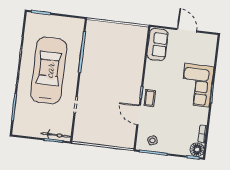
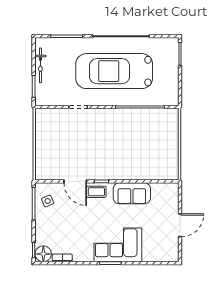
sofa: (157, 44) -> (132, 193), moved
car: (49, 70) -> (114, 71), turned 180
door: (139, 115) -> (75, 181), swing flipped
bicycle: (56, 135) -> (40, 65), moved

